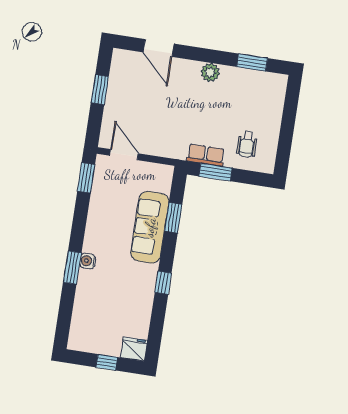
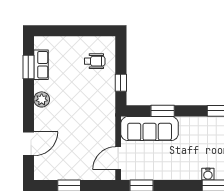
row of seats: (206, 155) -> (41, 65), moved, turned 180
window: (215, 172) -> (121, 83), width x0.67
sofa: (150, 227) -> (150, 129), moved

